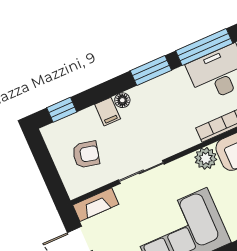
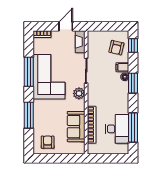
window: (151, 71) -> (133, 83), moved
armchair: (86, 154) -> (116, 48), moved
plant: (206, 158) -> (79, 93), moved

